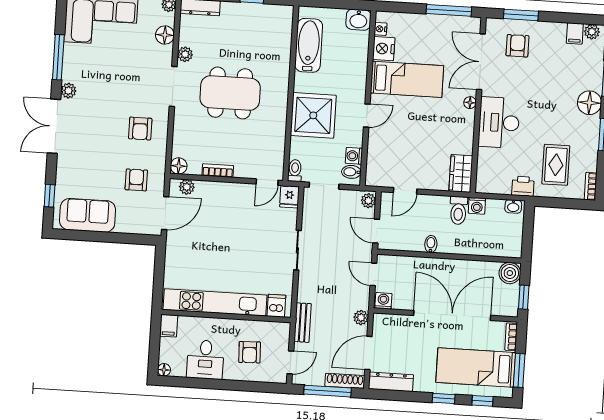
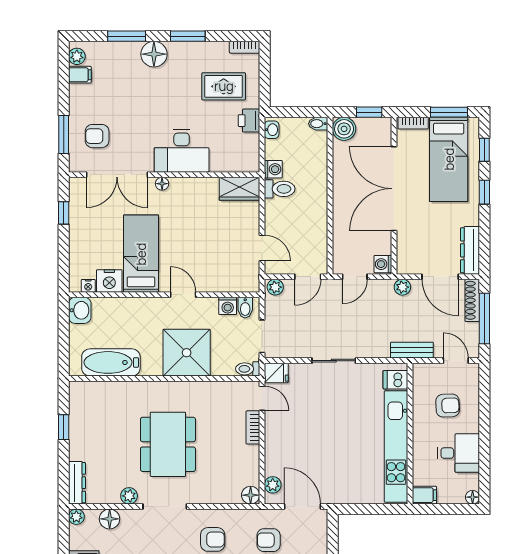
window: (449, 10) -> (64, 213), width x0.46
bookcase: (218, 171) -> (253, 427), moved
bidet: (431, 244) -> (318, 124), moved

